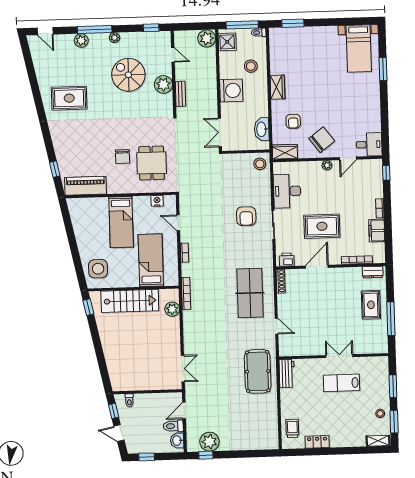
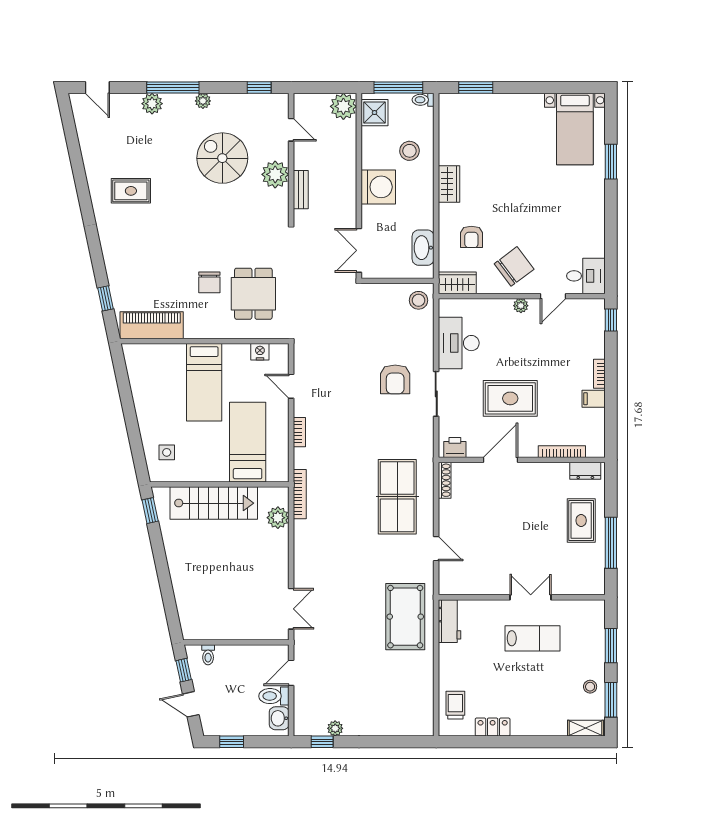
rug: (69, 98) -> (131, 191), width x0.73, depth x0.70
filing cabinet: (377, 230) -> (594, 399), width x0.50
side table: (98, 269) -> (167, 452), width x0.54, depth x0.54
lab bench: (341, 383) -> (532, 638), turned 180
plant: (209, 442) -> (335, 728), width x0.53, depth x0.53

